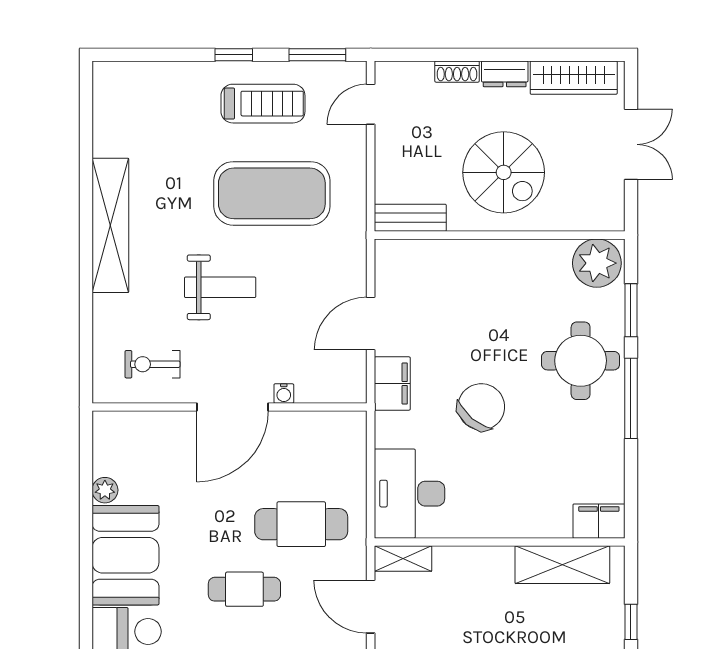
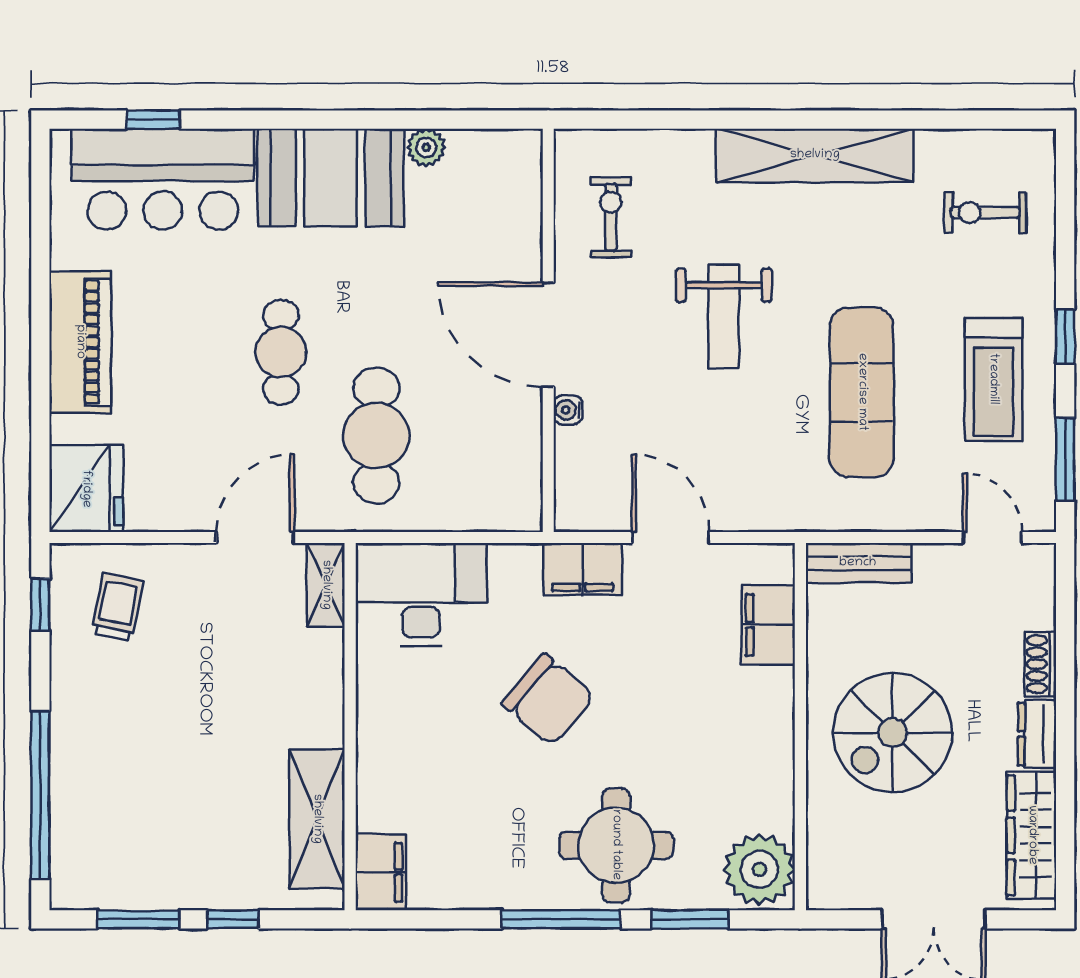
exercise bike: (149, 109) -> (985, 212), added
exercise mat: (272, 193) -> (862, 392), width x0.68
bench: (410, 218) -> (858, 563), moved, turned 90
filing cabinet: (430, 257) -> (768, 625), added

